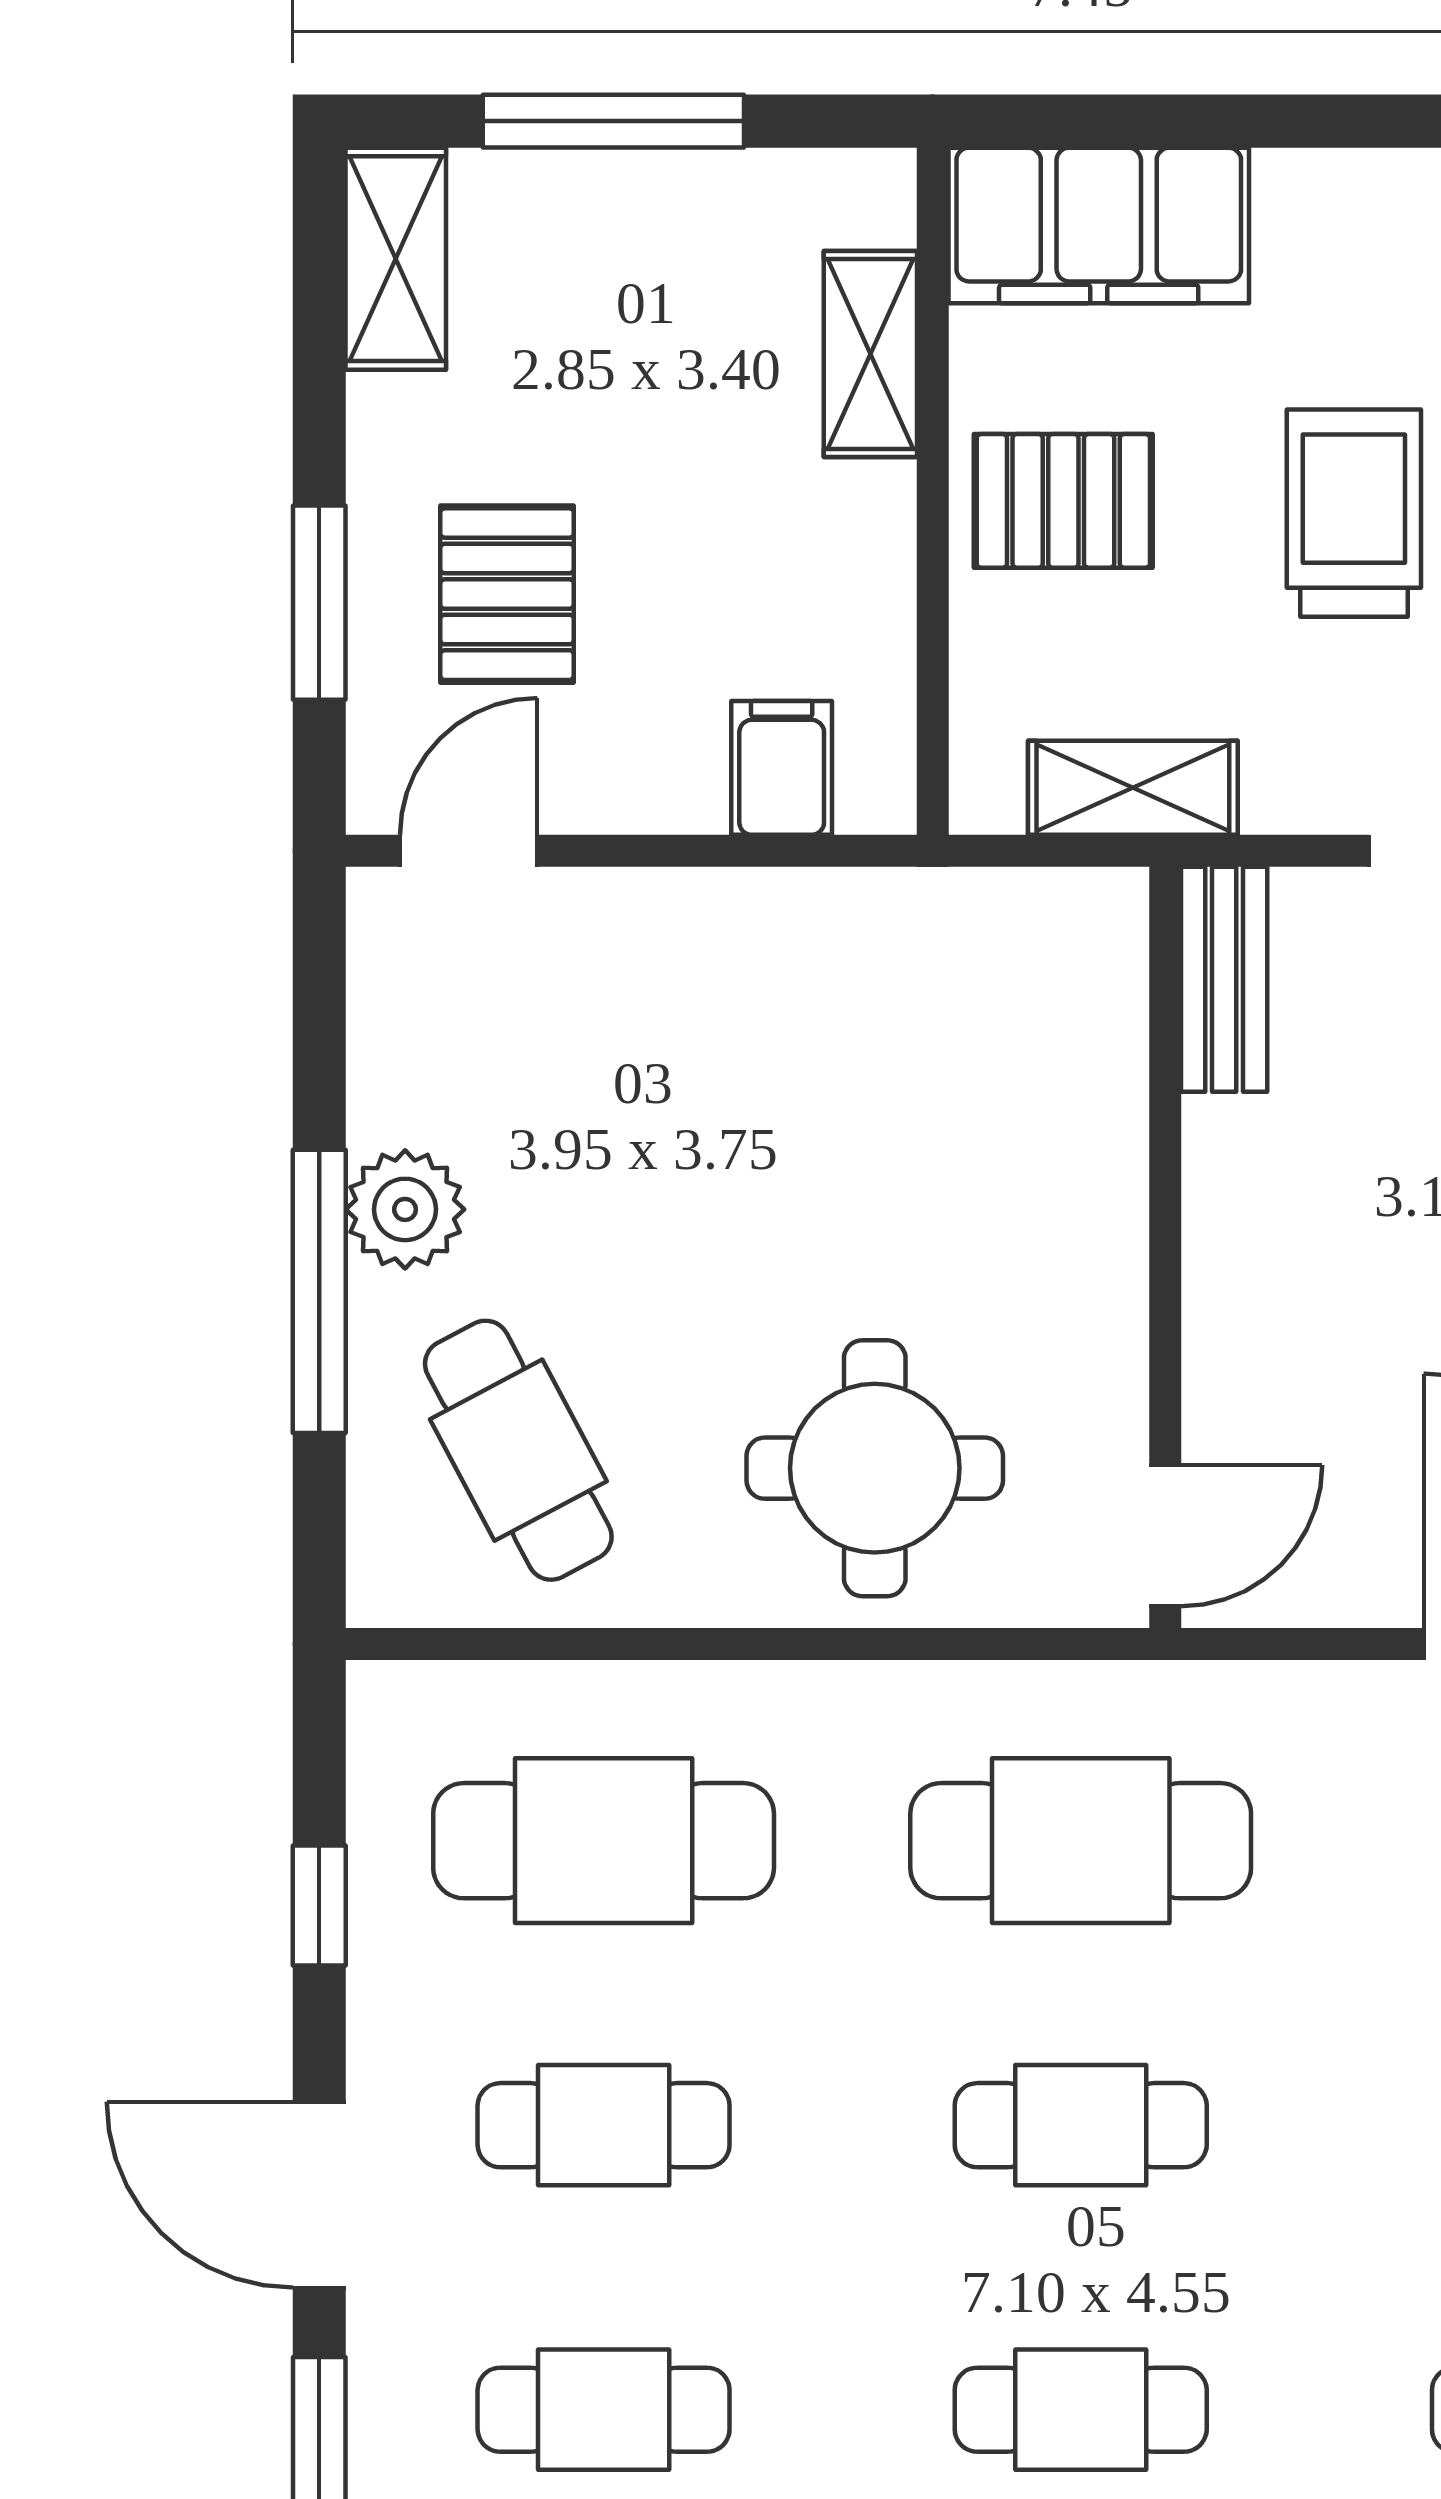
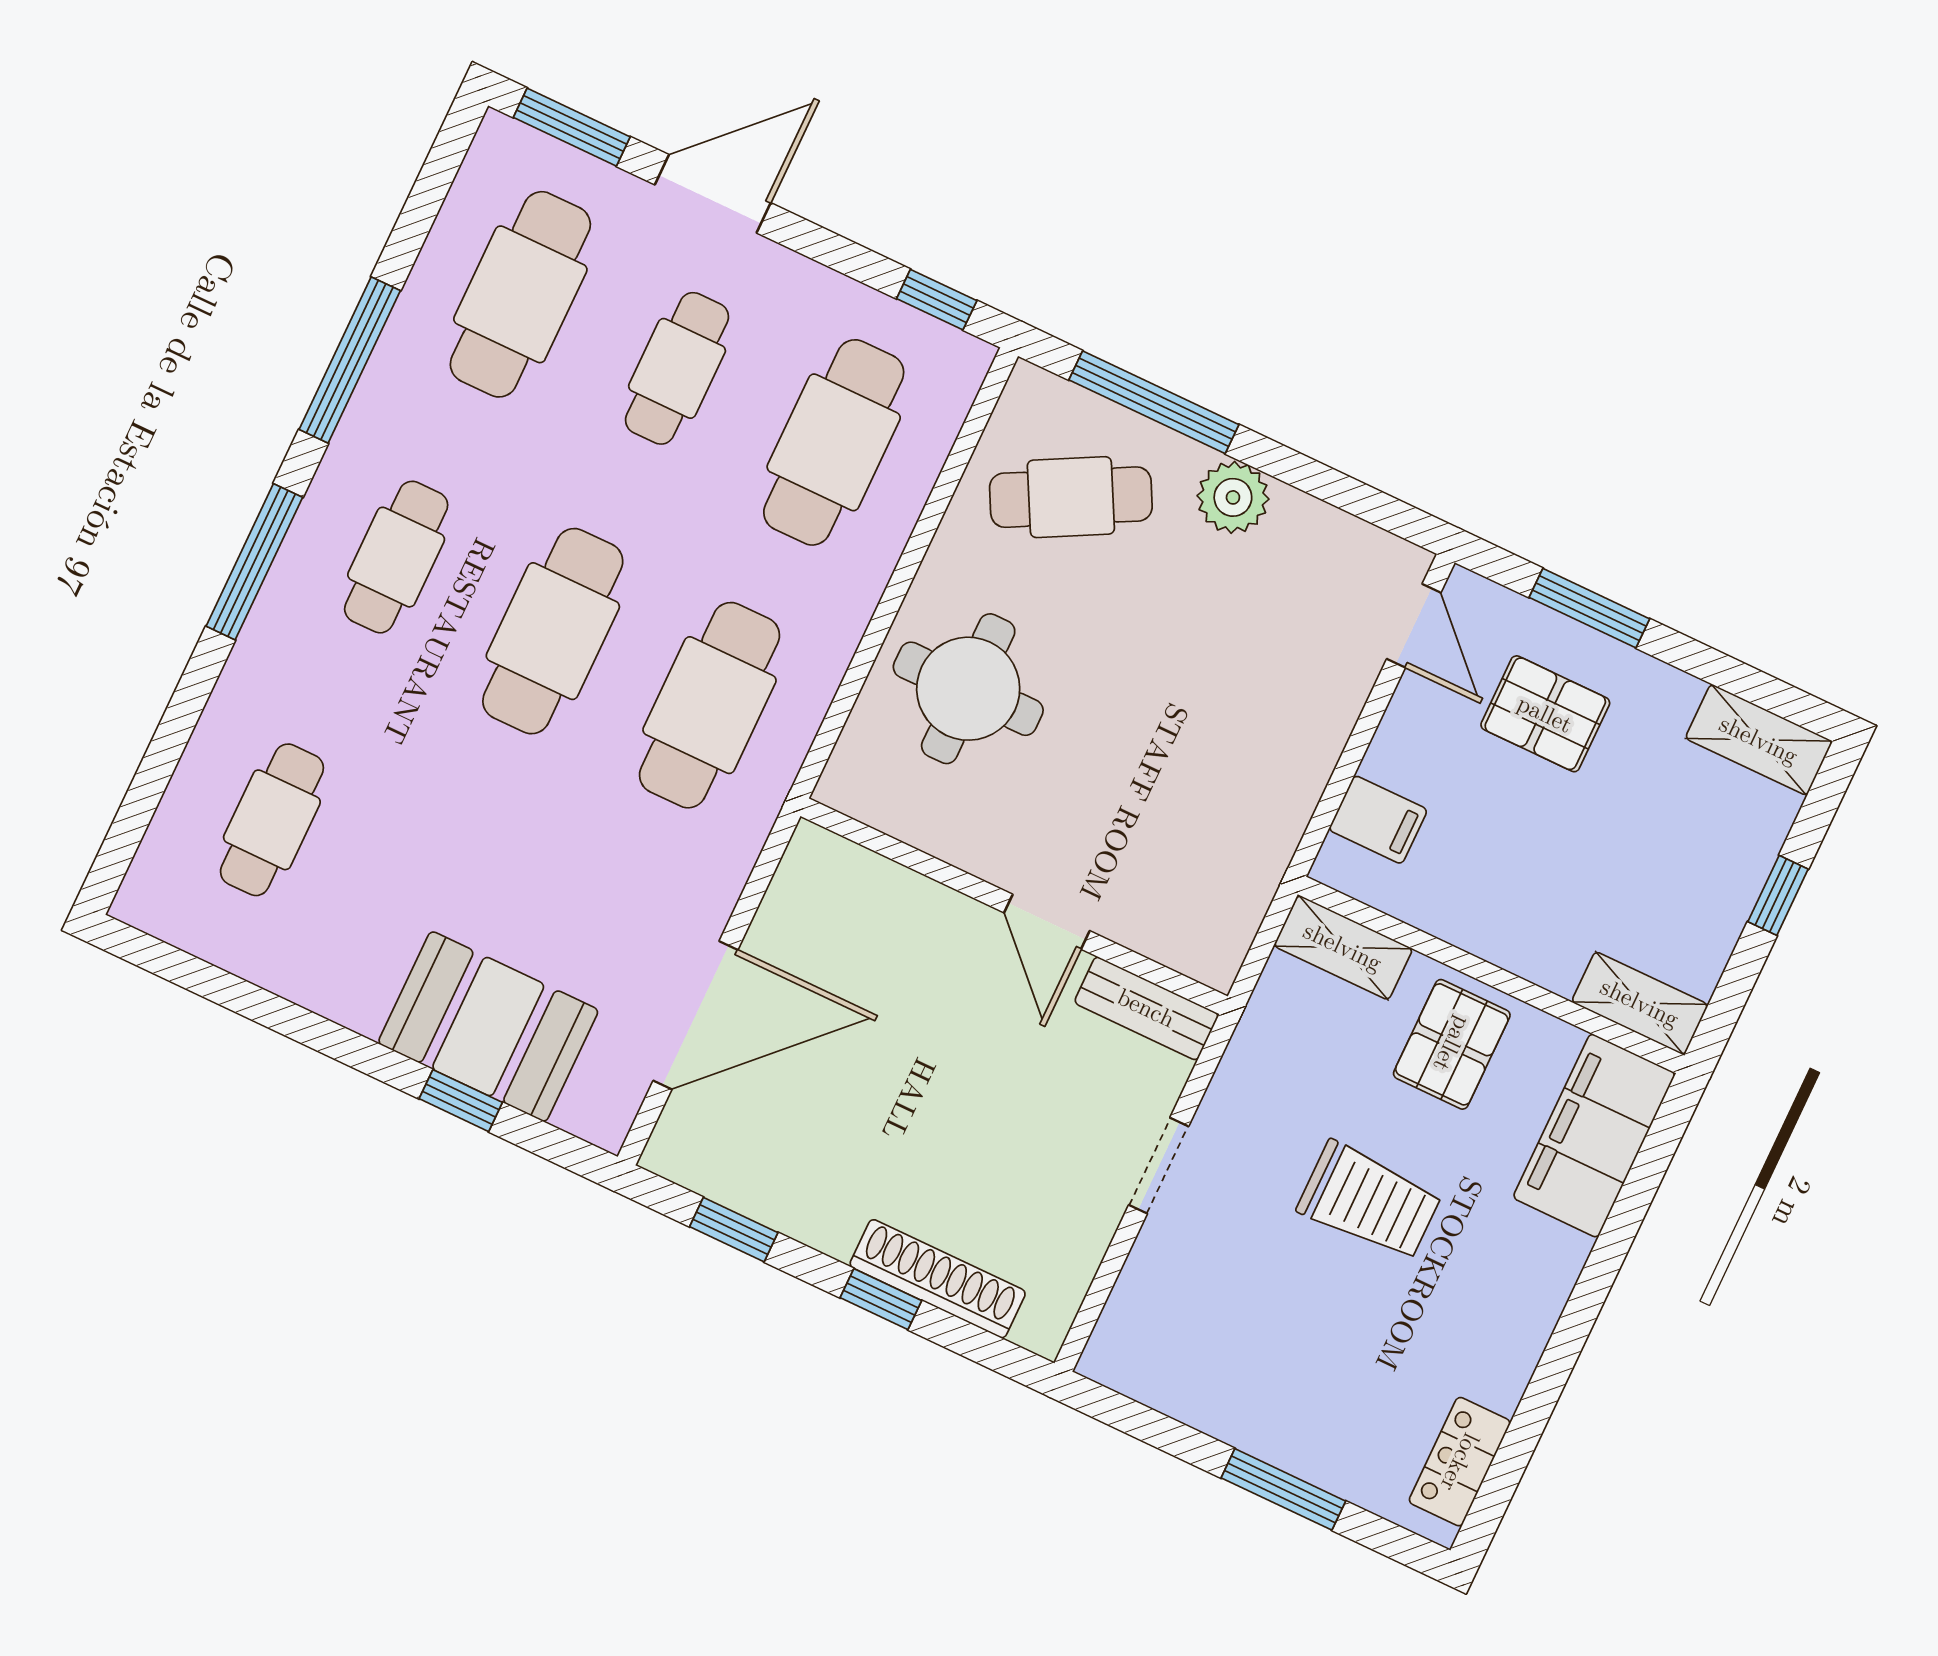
window: (613, 121) -> (1778, 895), width x0.46
shelving: (870, 354) -> (1640, 1003), moved
shelving: (1133, 788) -> (1343, 947), moved, turned 90
window: (319, 1291) -> (1154, 402), moved
door: (1165, 1536) -> (1047, 922), moved
window: (319, 1906) -> (937, 300), moved
cafe table: (1081, 2125) -> (553, 631), width x1.37, depth x1.35
cafe table: (604, 2410) -> (520, 294), width x1.37, depth x1.35

